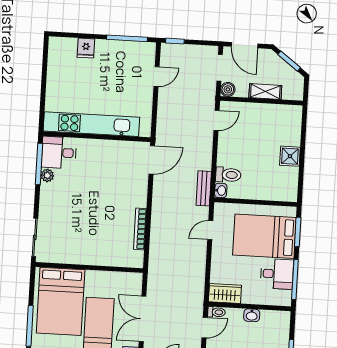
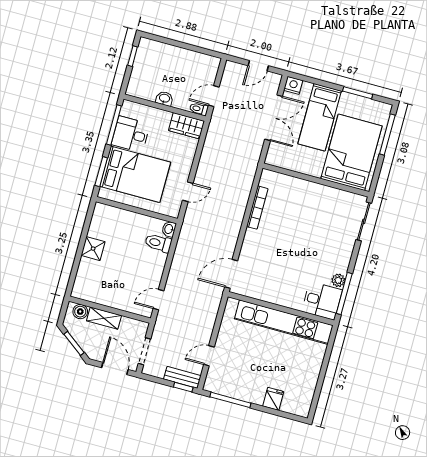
boiler: (228, 89) -> (80, 312), moved
bench: (204, 188) -> (182, 377), moved, turned 90

